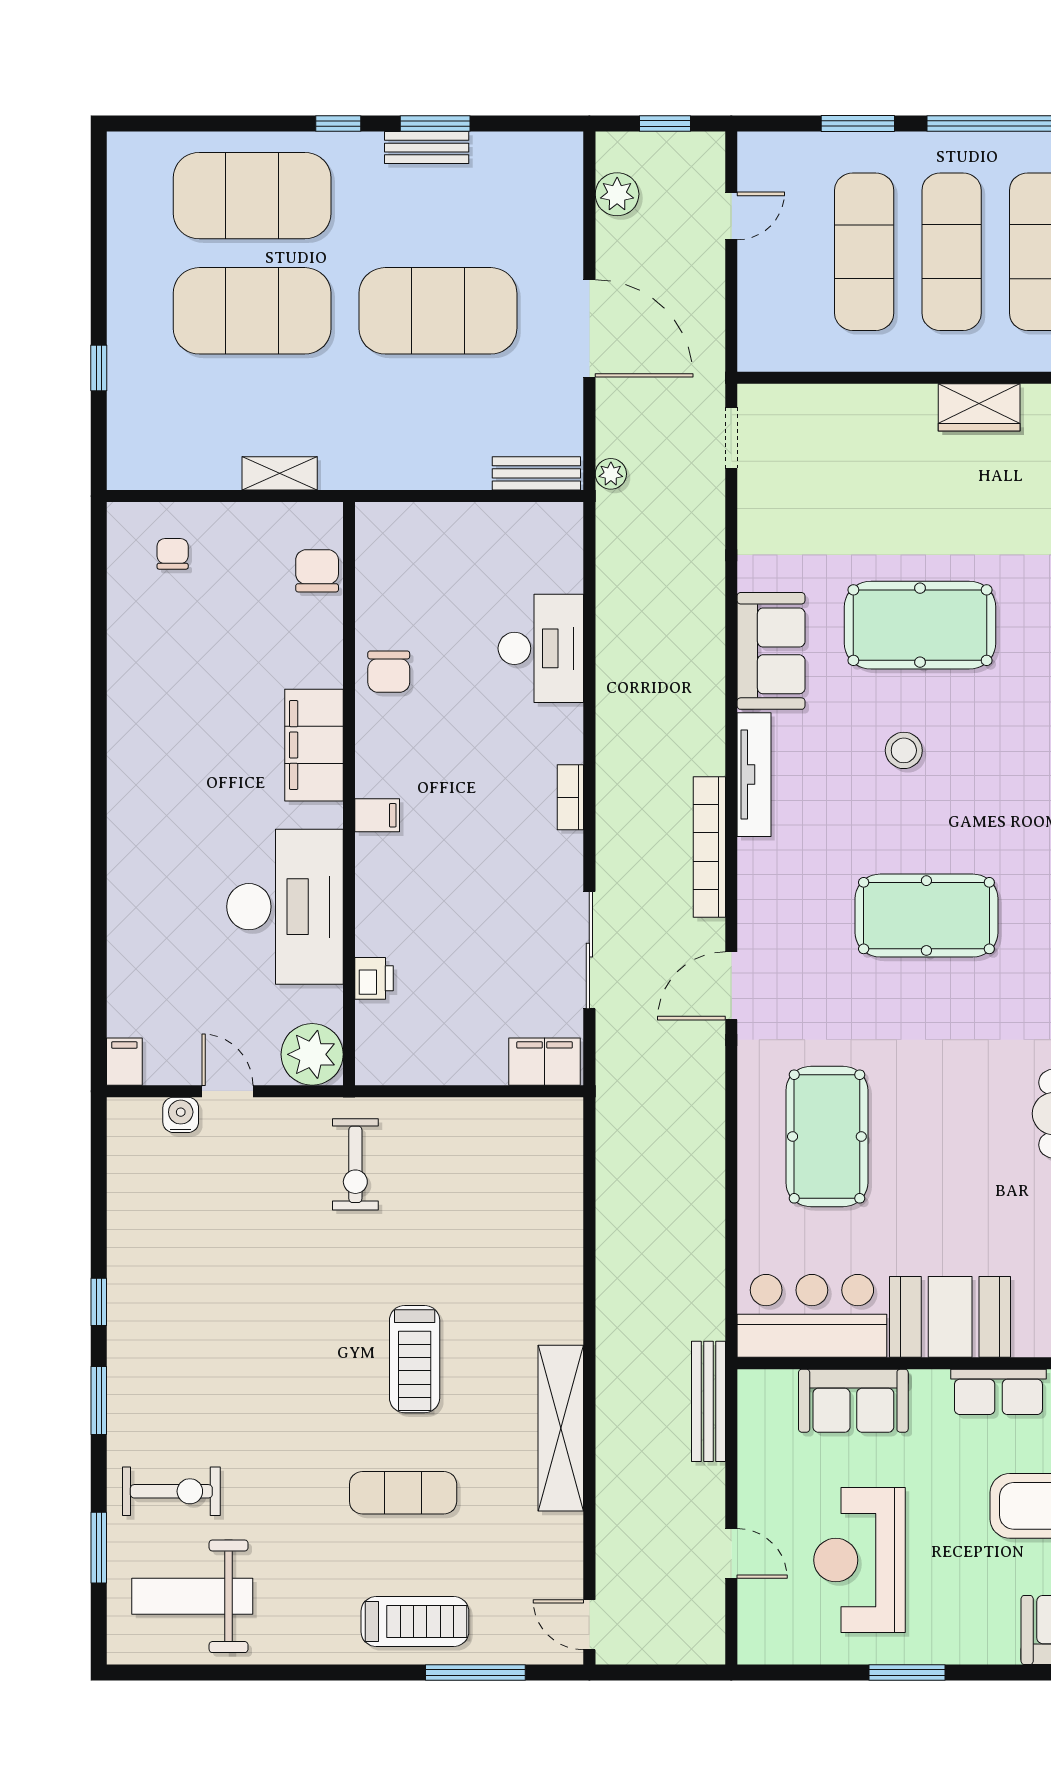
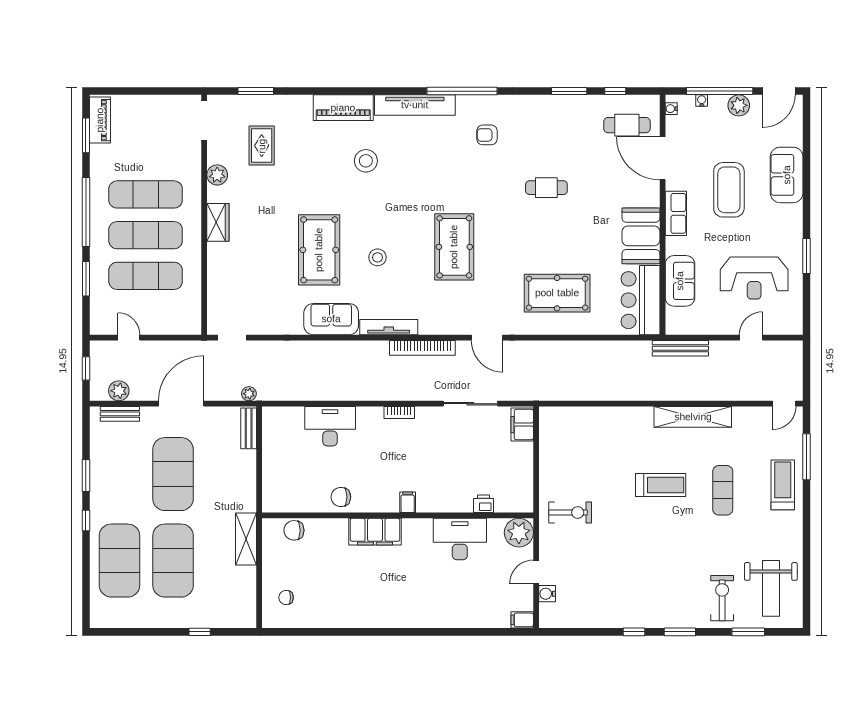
bench: (427, 148) -> (120, 414), moved, turned 90
shelving: (280, 473) -> (246, 539), width x1.50, depth x1.33
chair: (389, 672) -> (341, 497), turned 180
desk: (285, 907) -> (460, 539), width x0.73, depth x0.77

